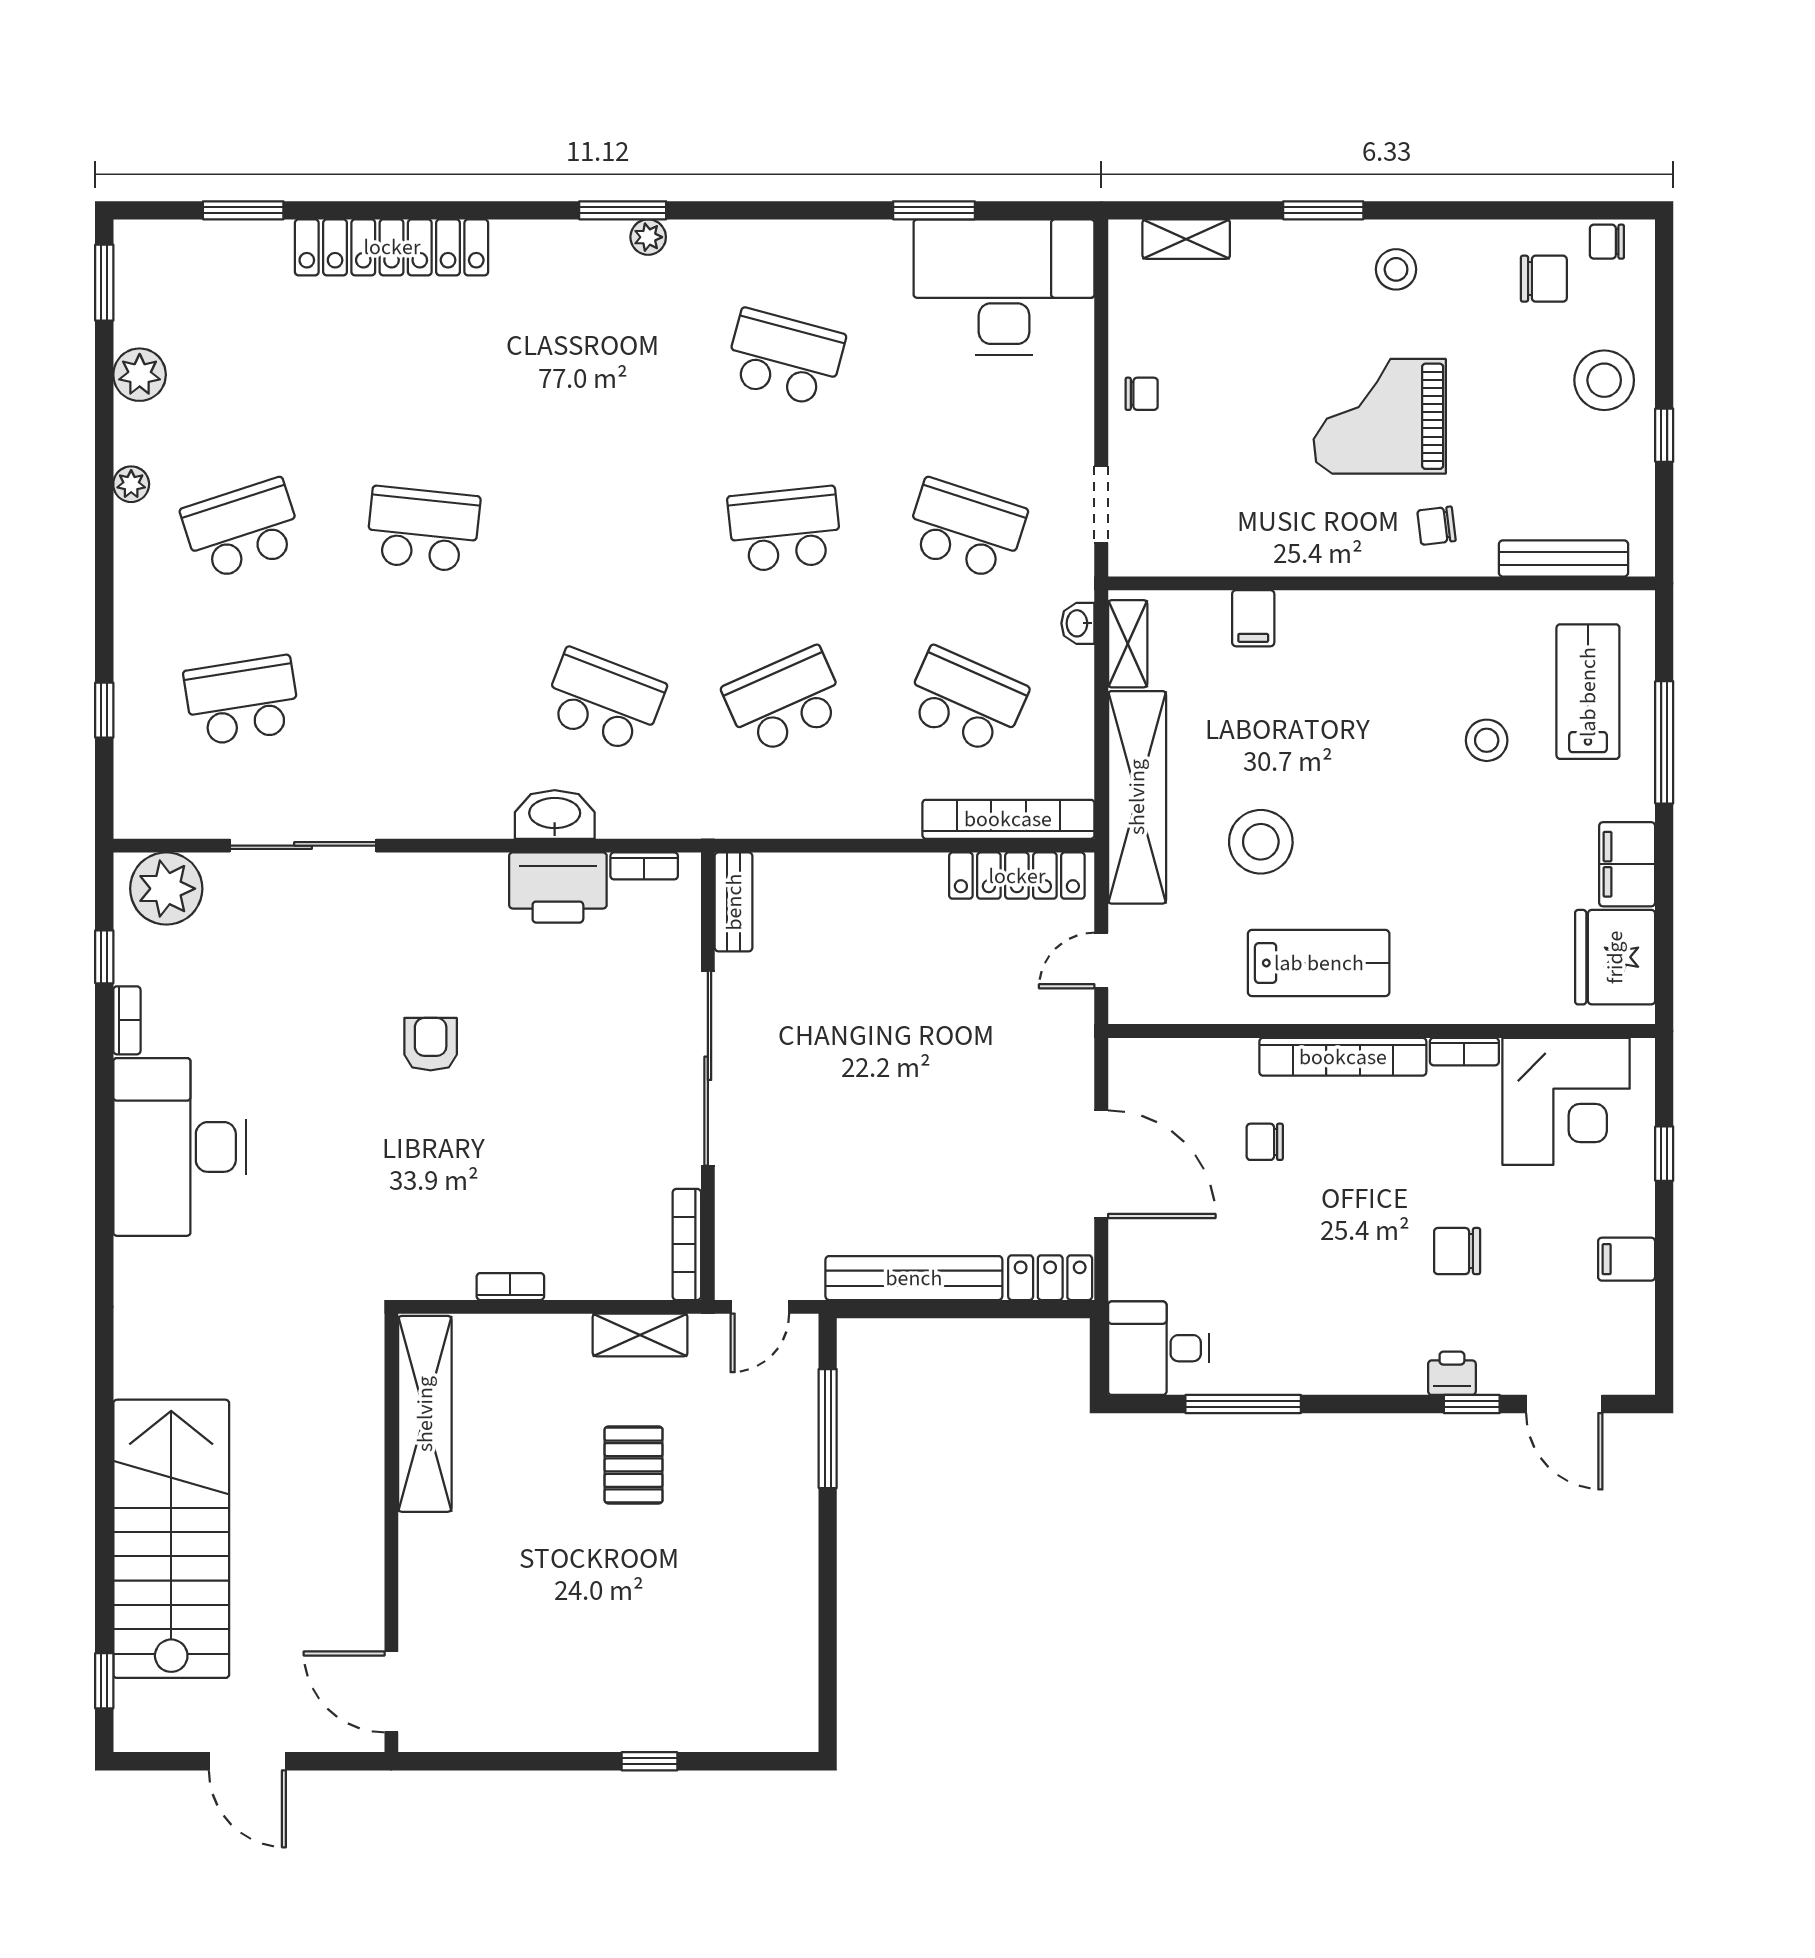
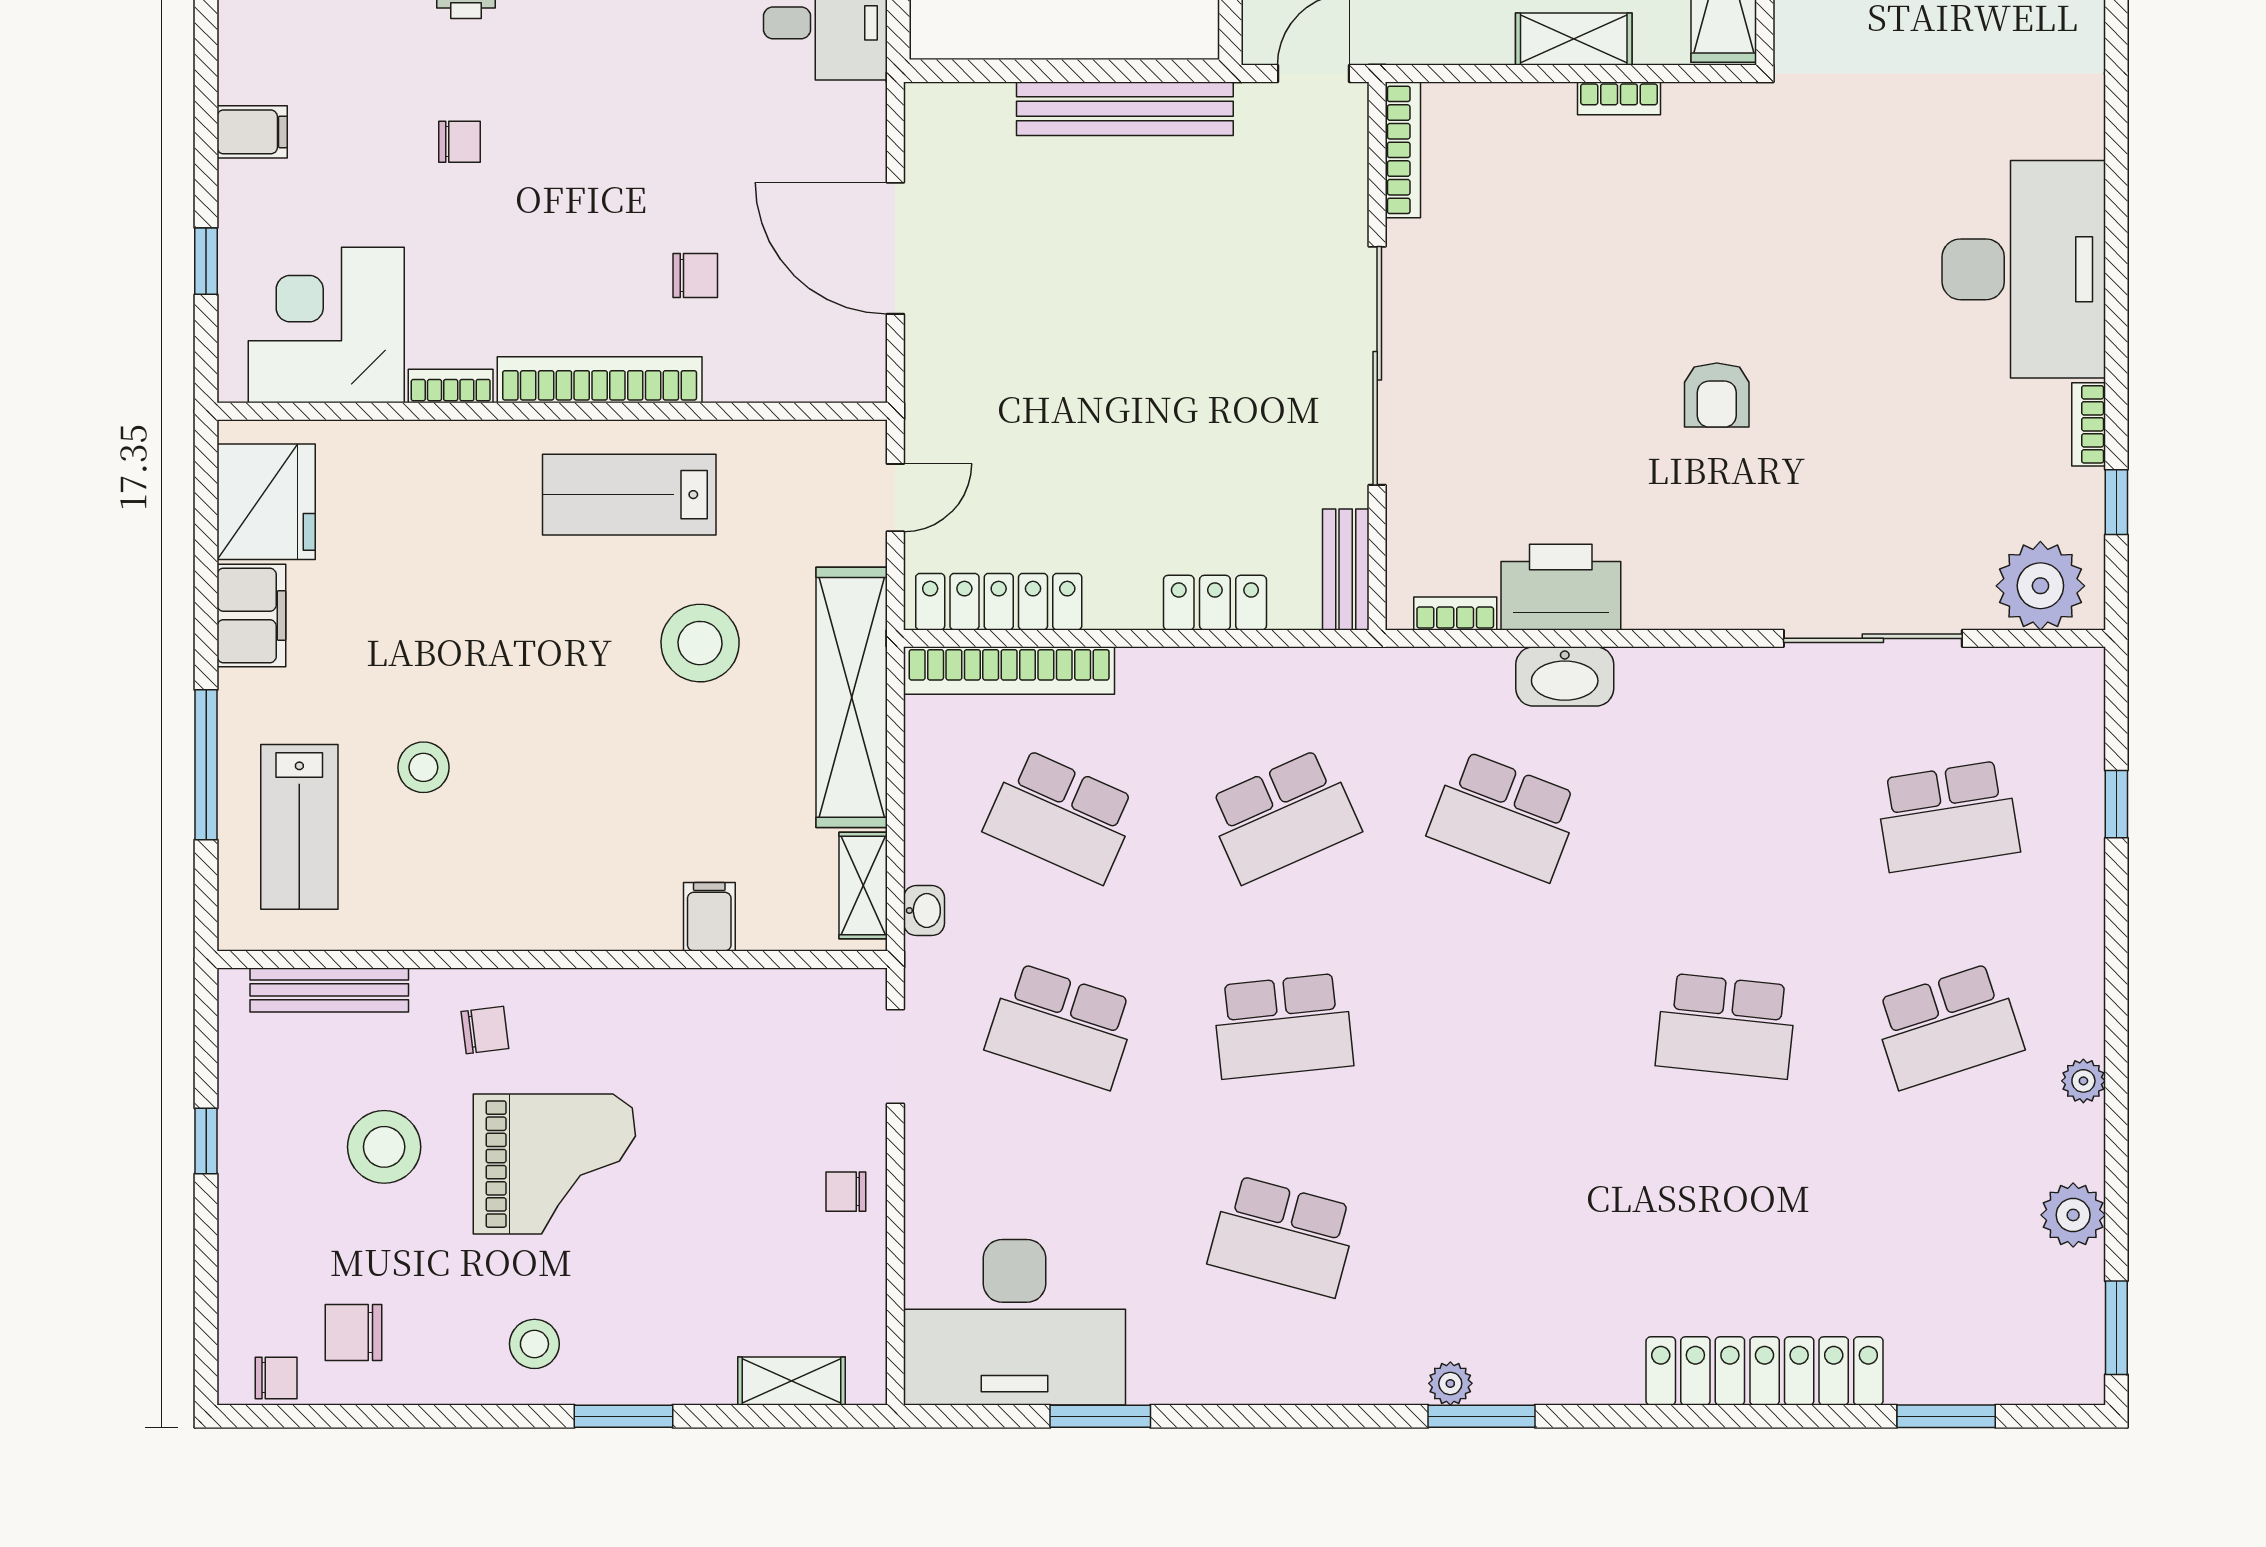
stool: (1604, 380) -> (384, 1147), moved
chair: (1457, 1251) -> (460, 142), width x0.73, depth x0.73
locker: (1050, 1278) -> (1215, 603), moved, turned 180
shelving: (640, 1335) -> (1574, 39), moved

